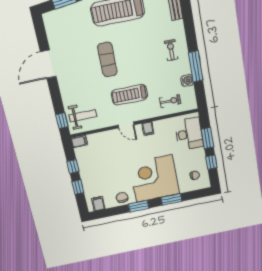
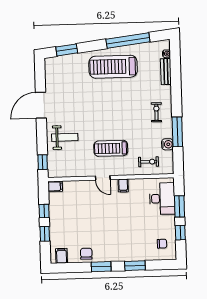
exercise mat: (107, 60) -> (96, 111), removed
weight bench: (83, 116) -> (65, 137), moved
corner desk: (154, 179) -> (121, 239), removed

